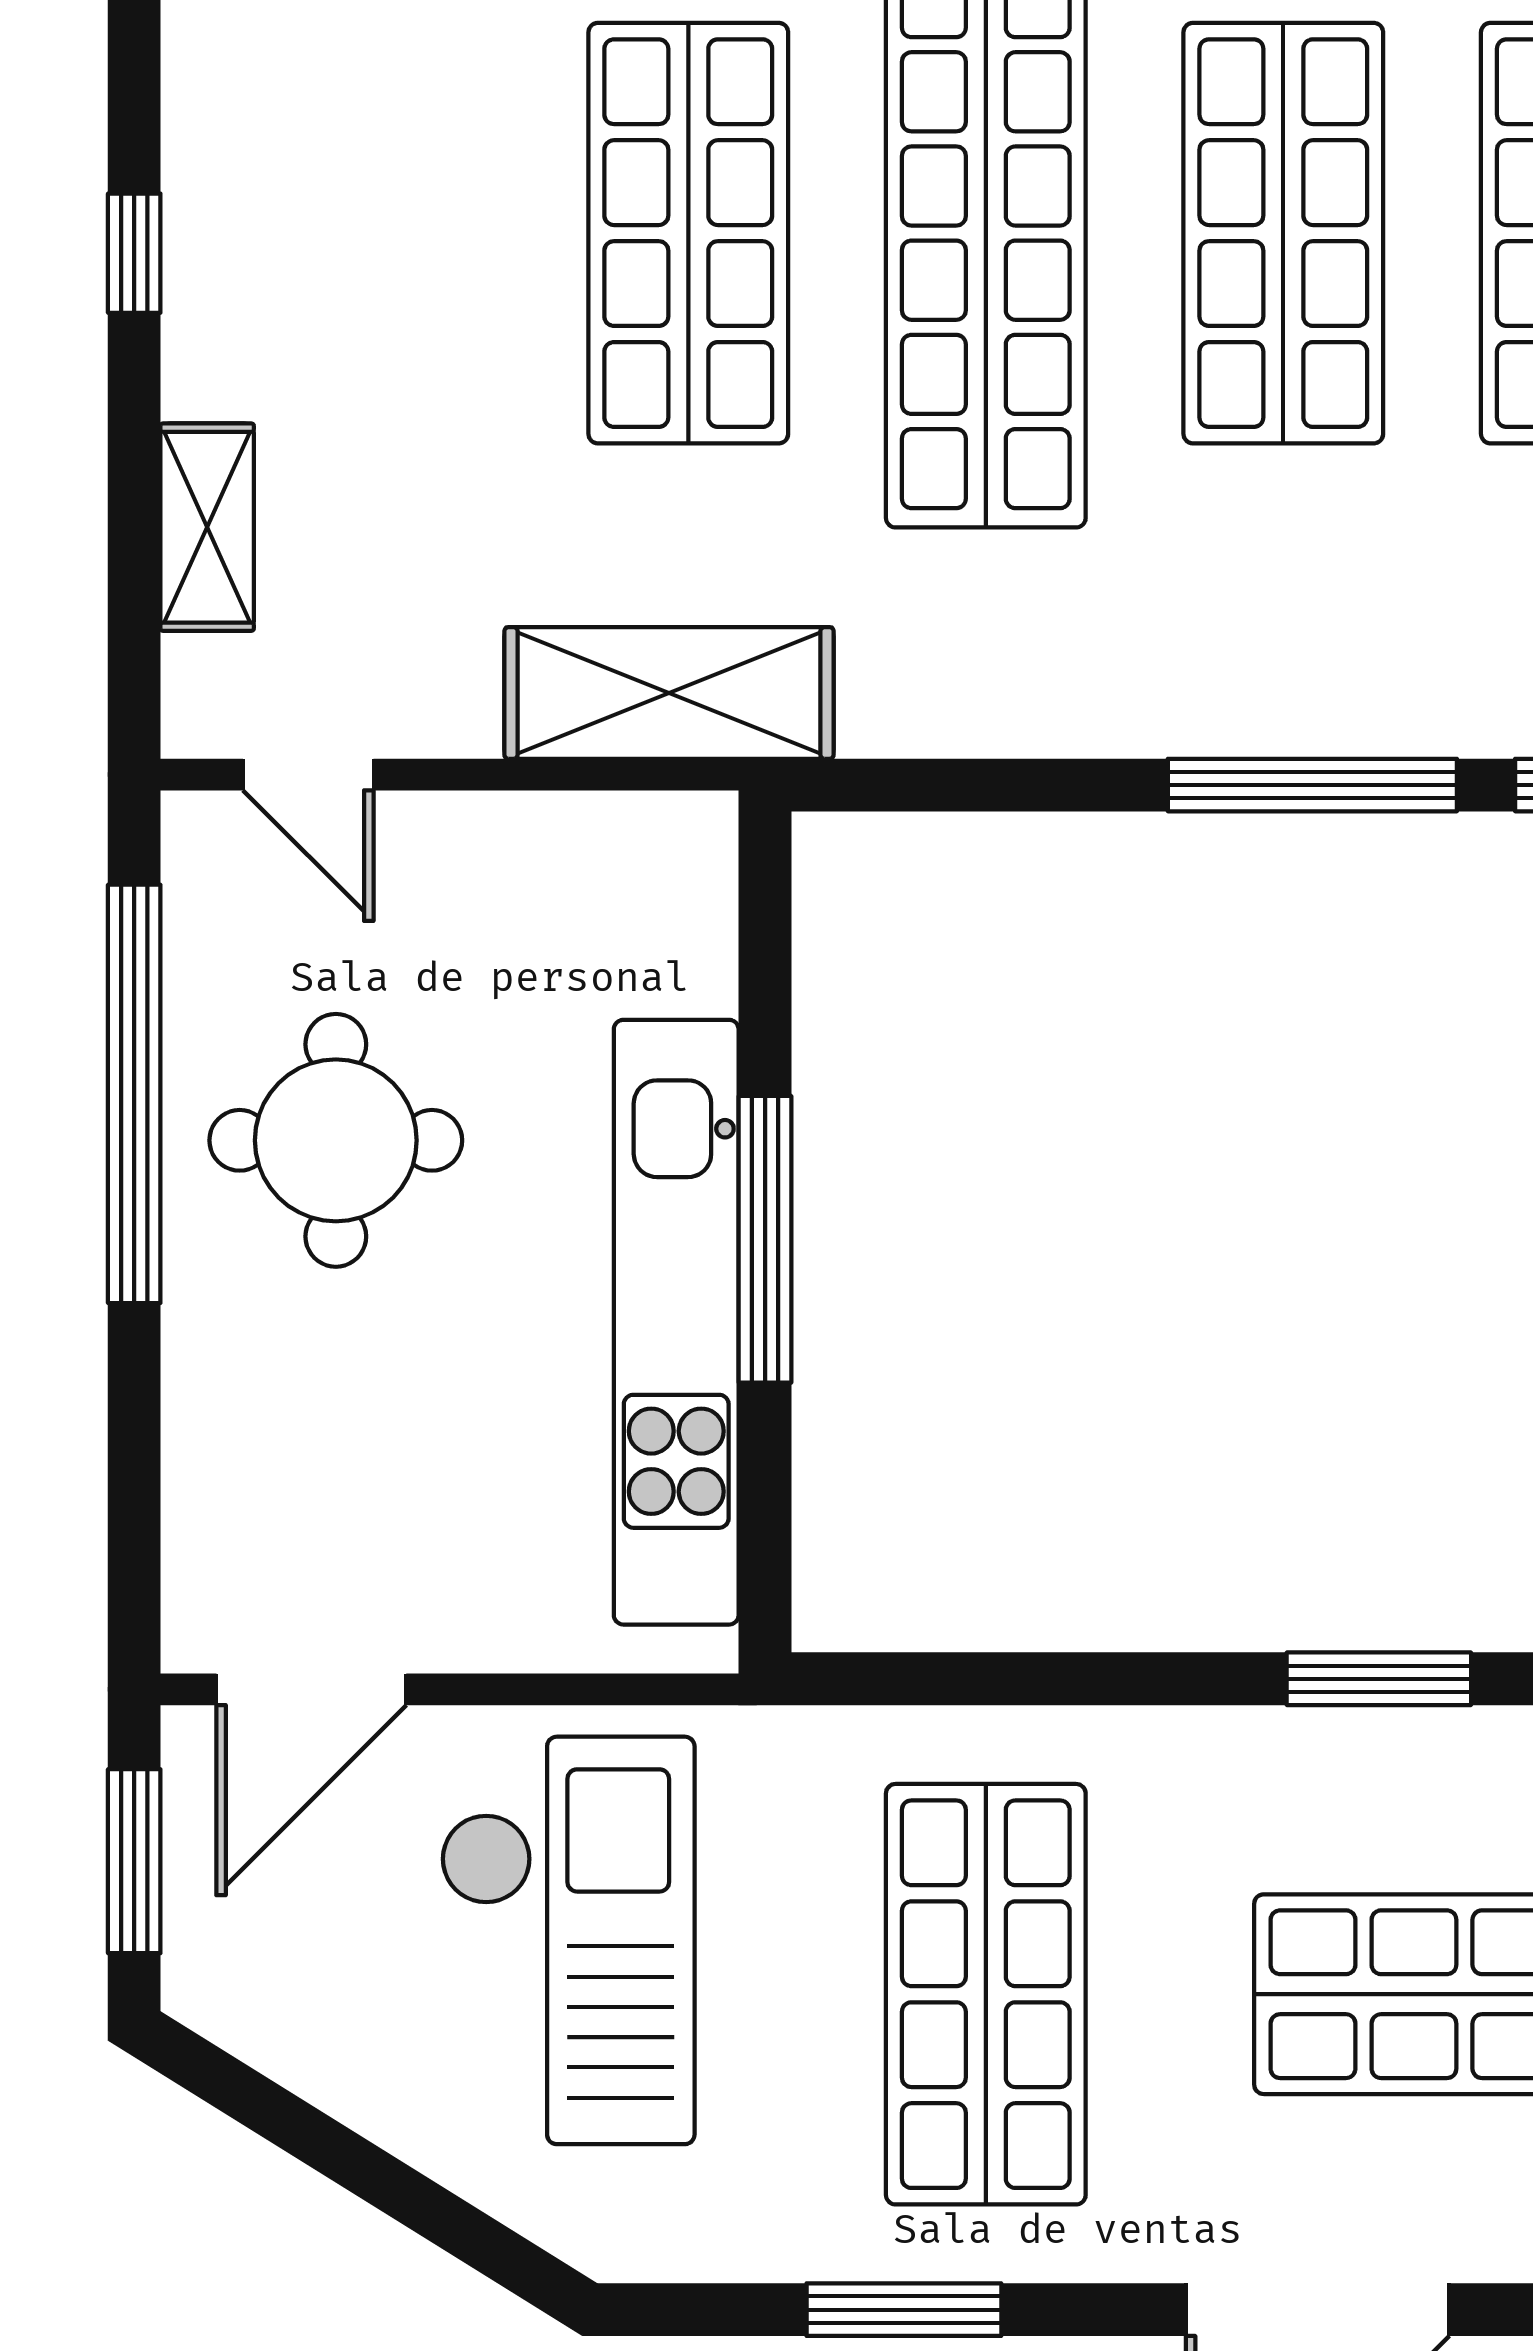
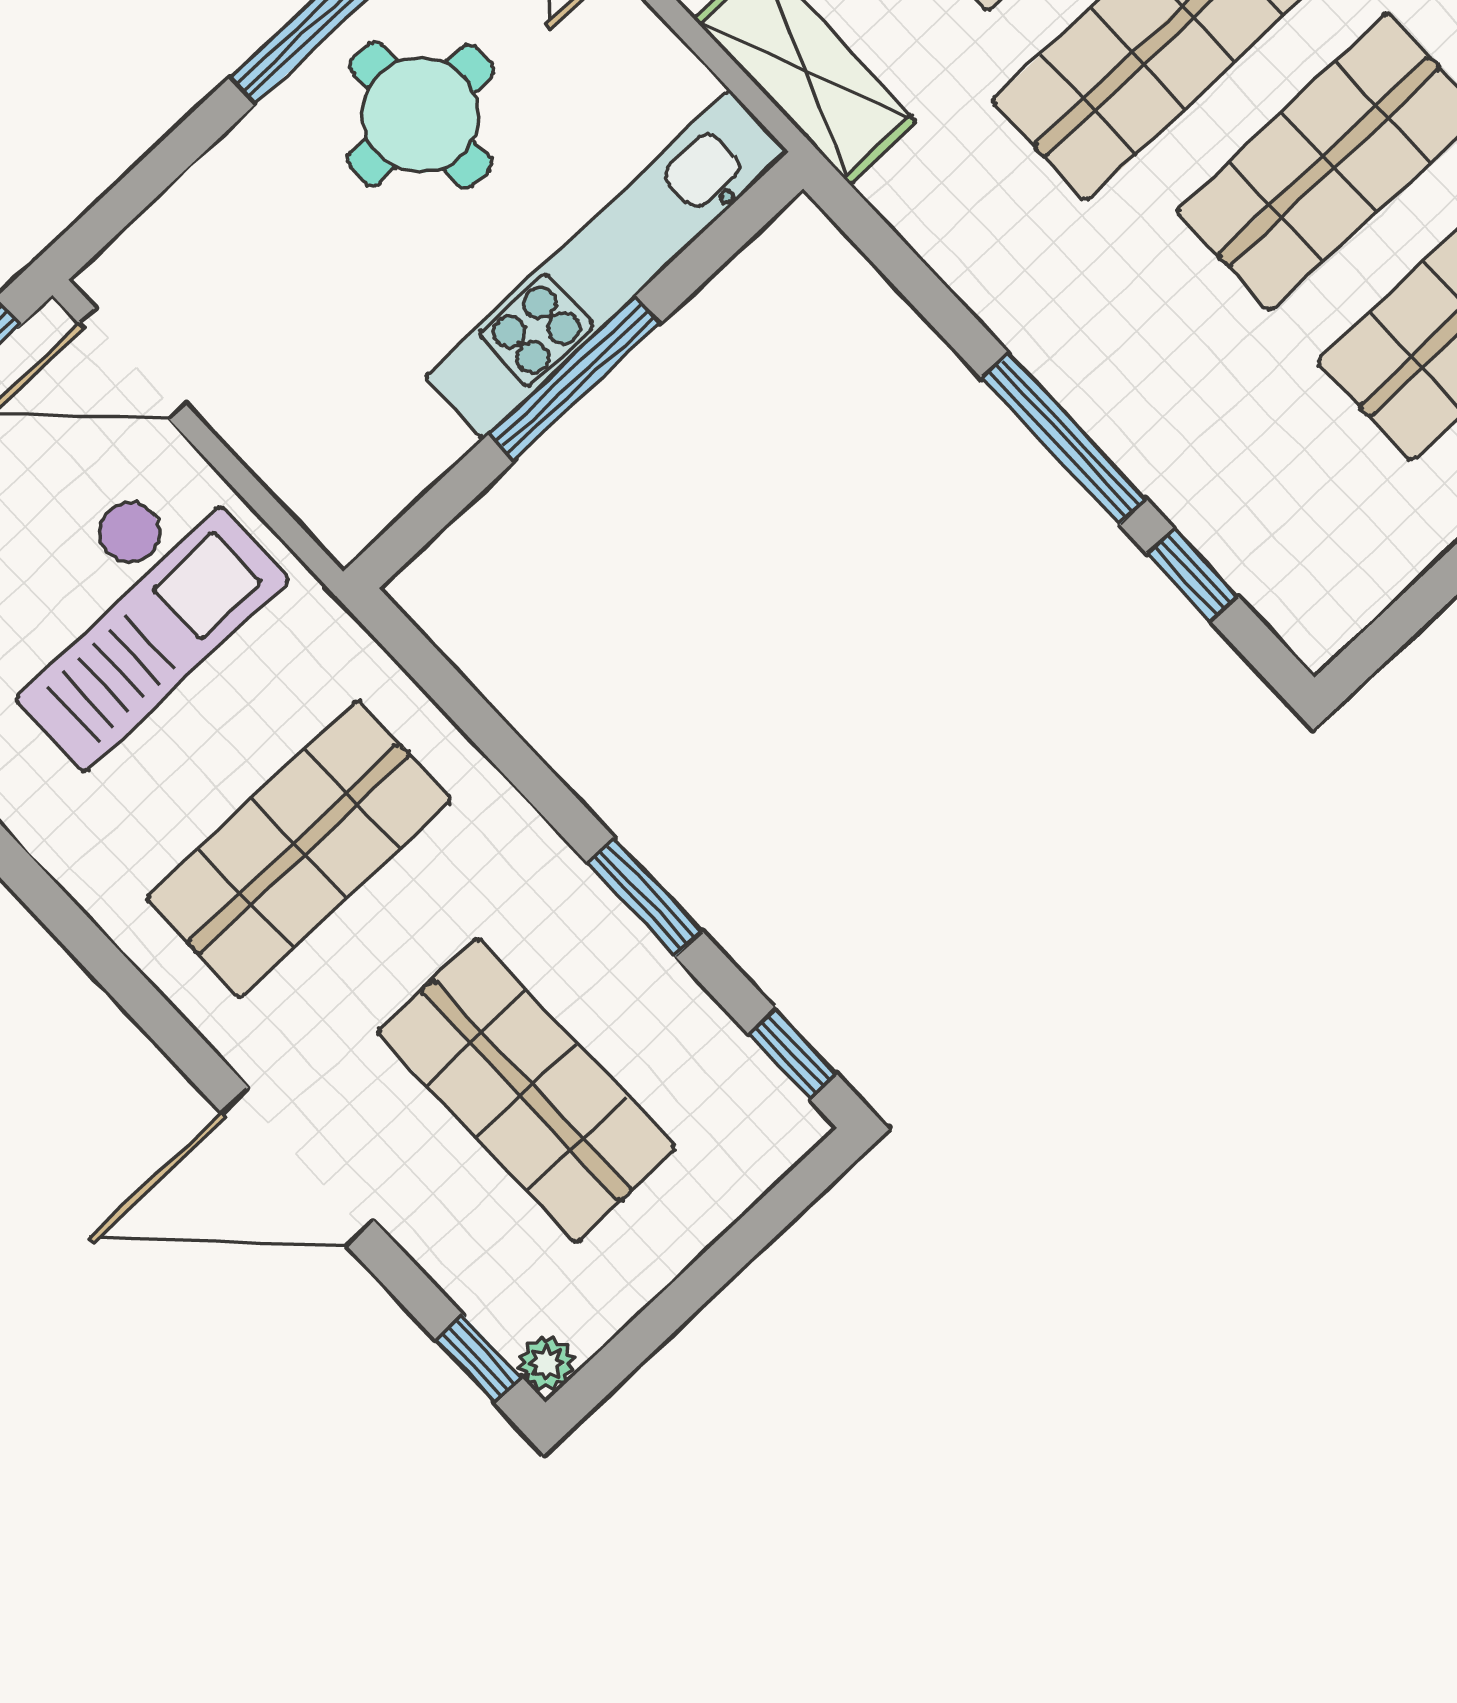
kitchen unit: (676, 1322) -> (607, 264), moved
window: (904, 2310) -> (101, 958), removed

